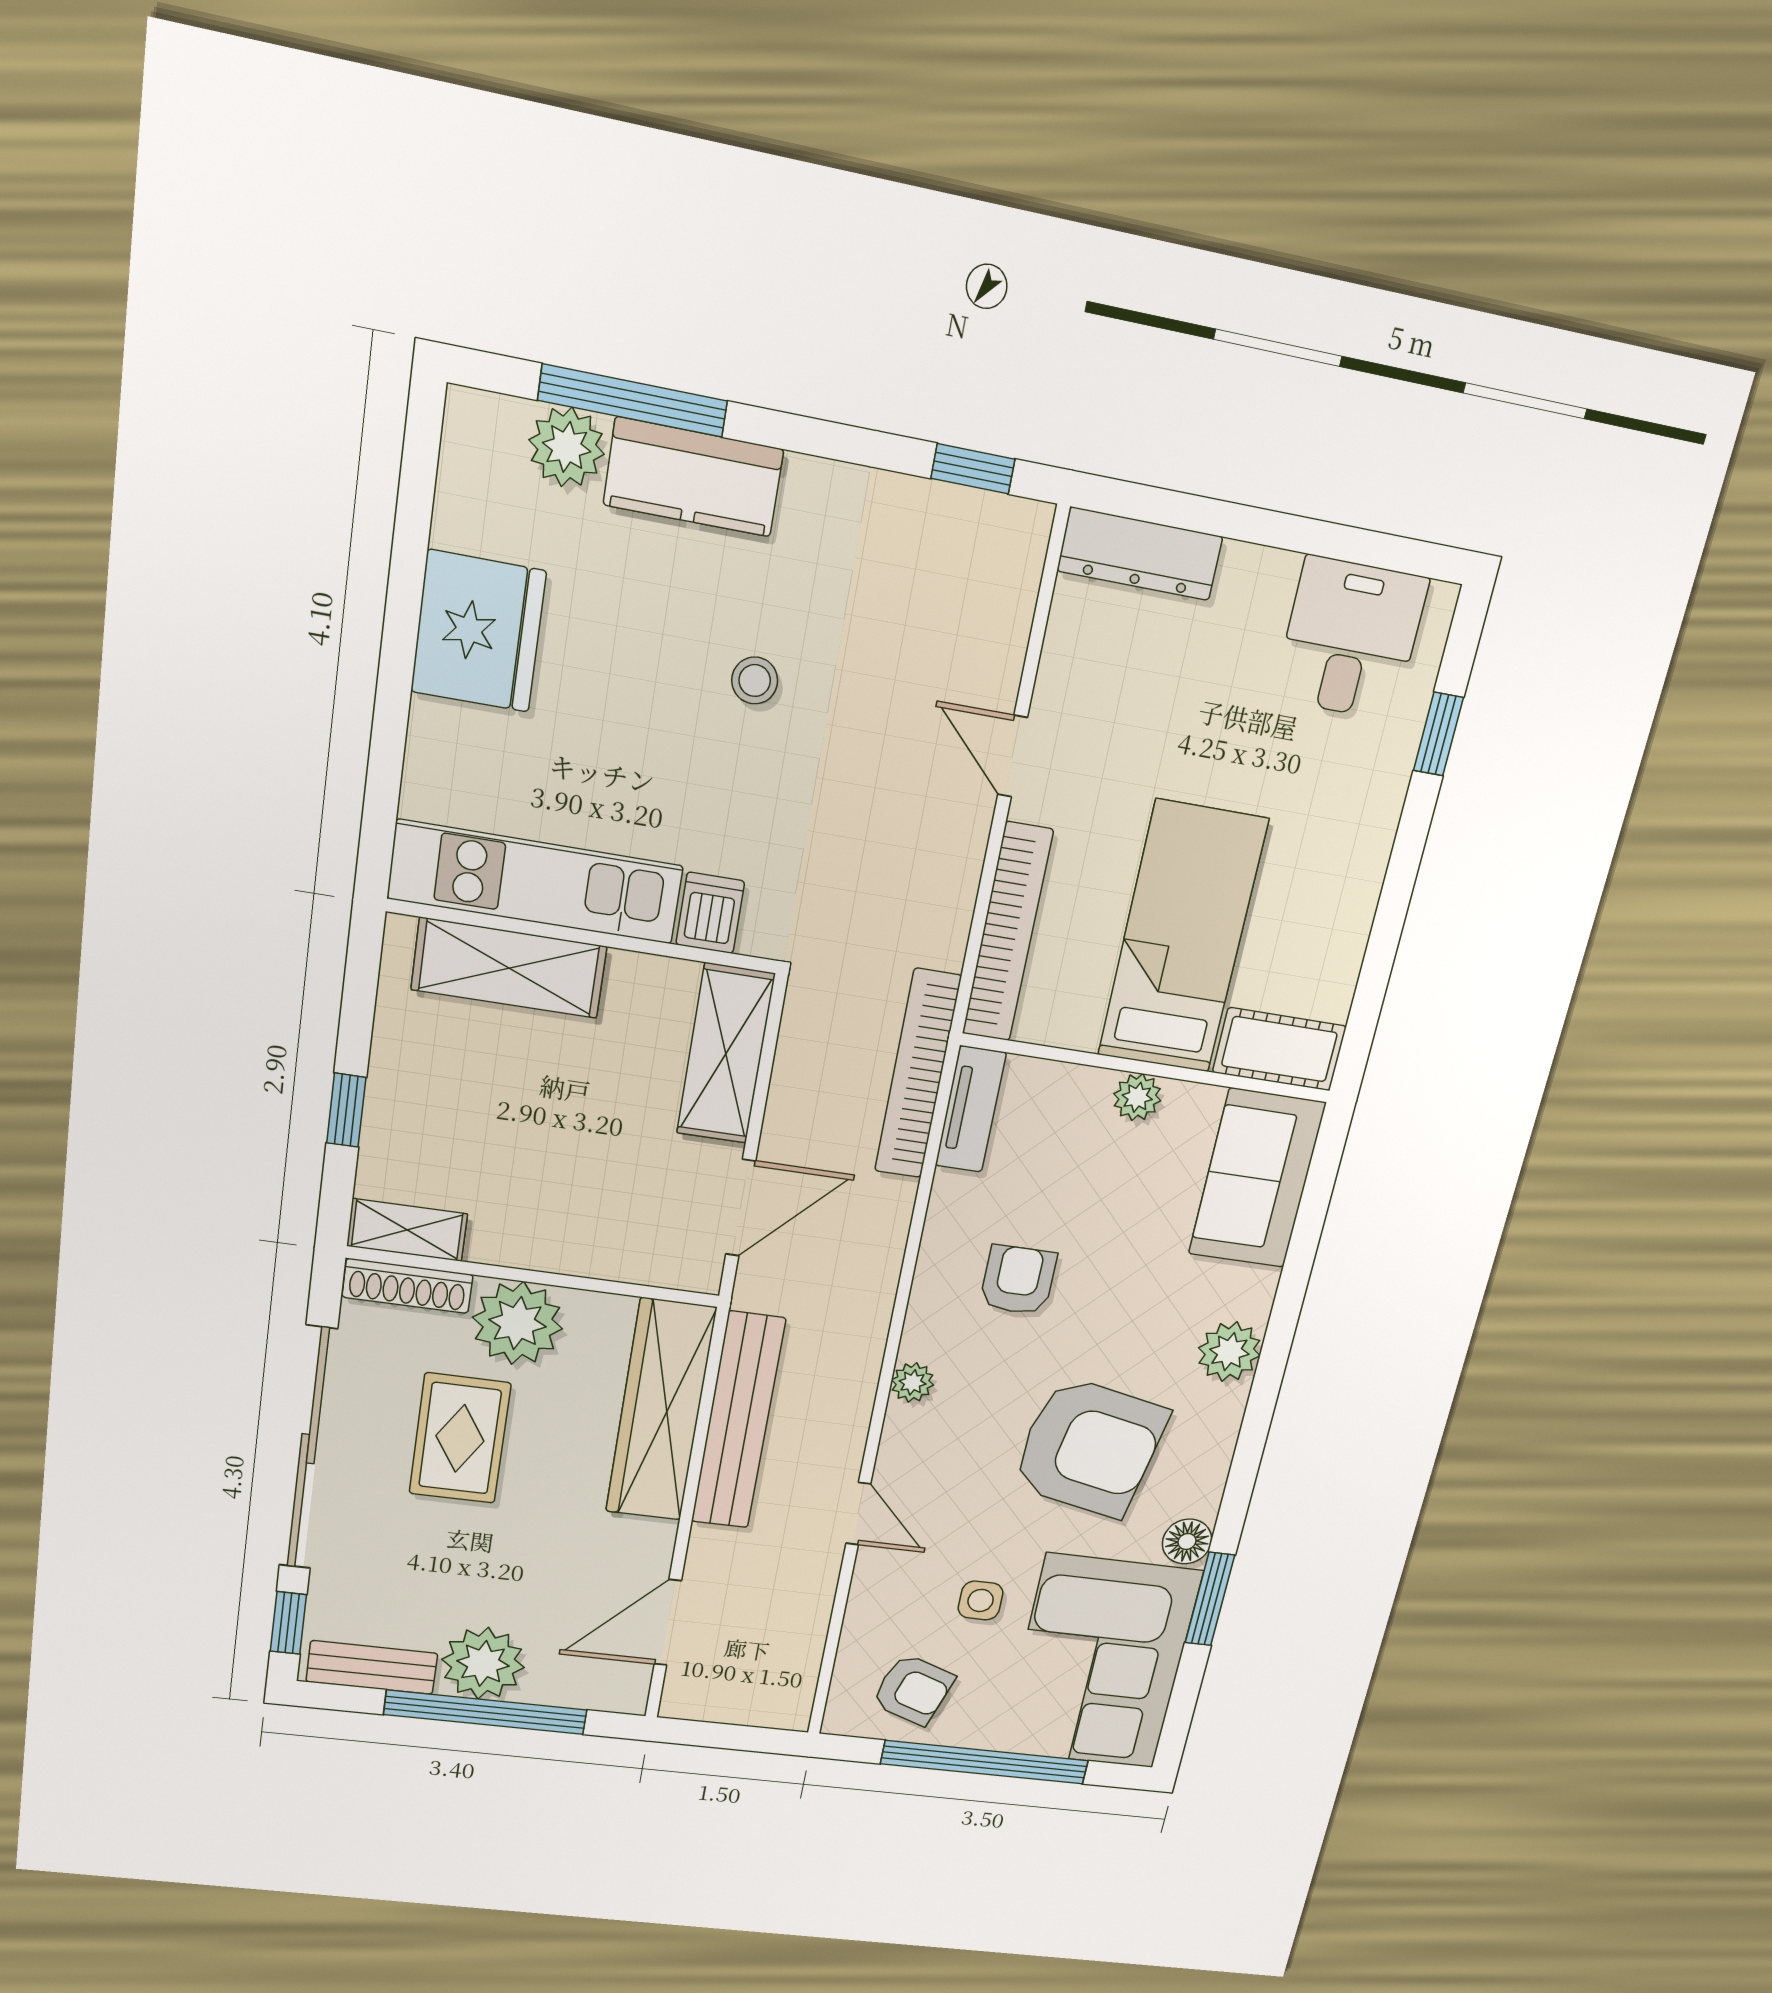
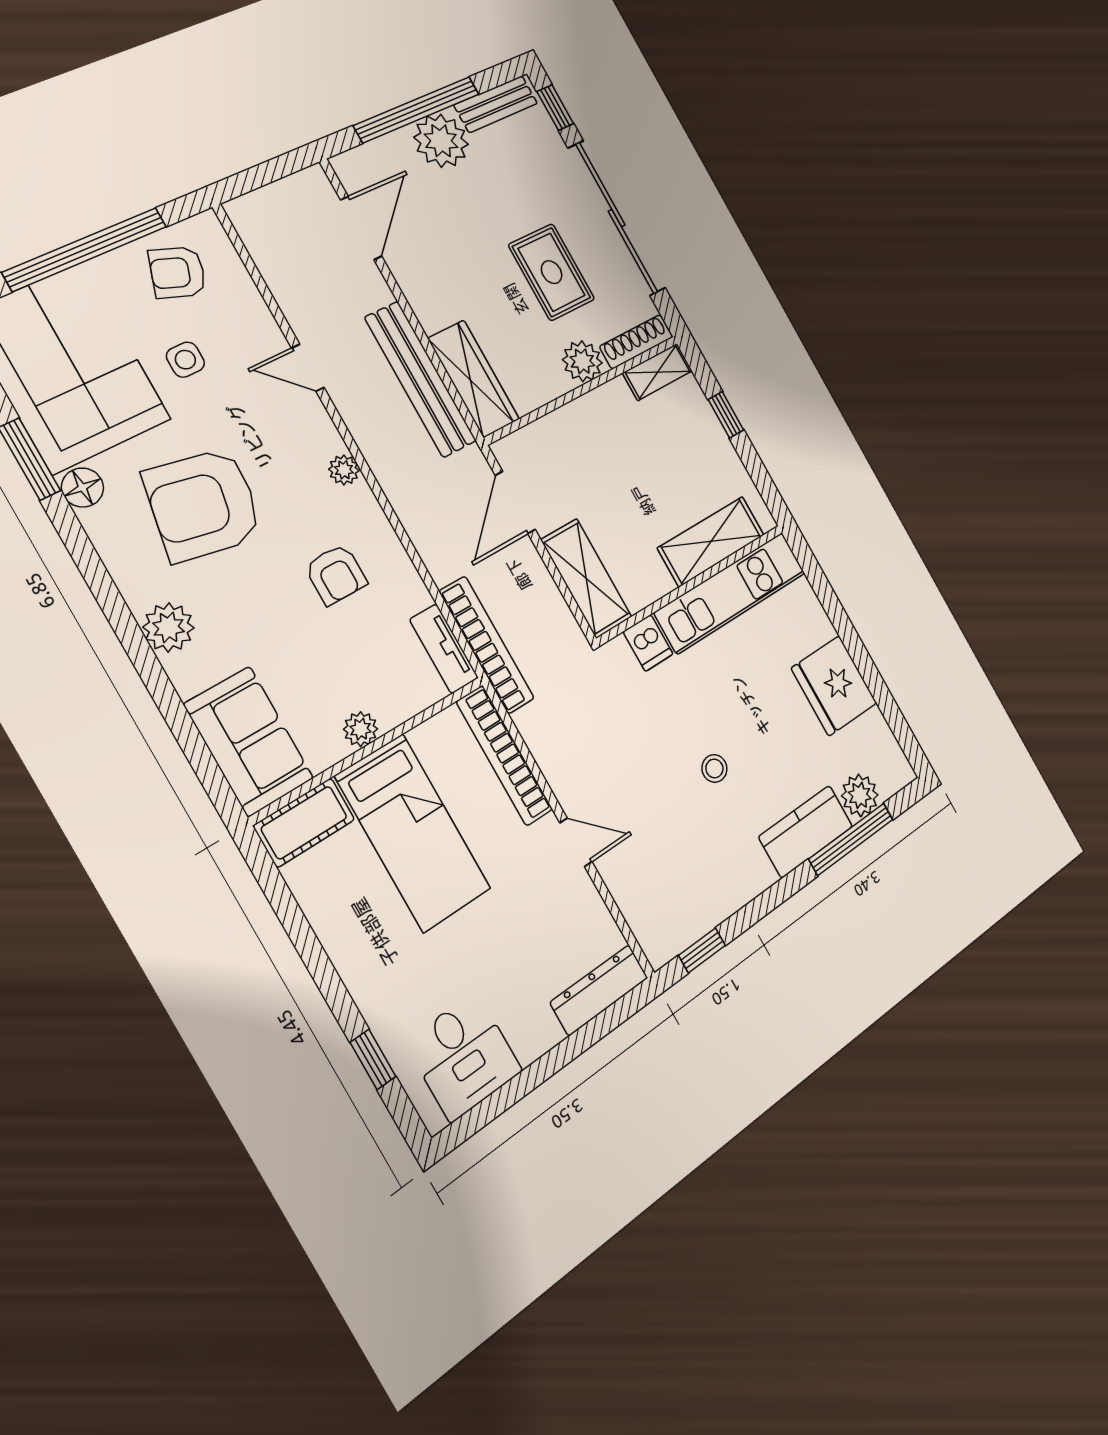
plant: (518, 1323) -> (582, 361), width x0.73, depth x0.73
wardrobe: (661, 1410) -> (474, 379), width x0.71, depth x0.85

